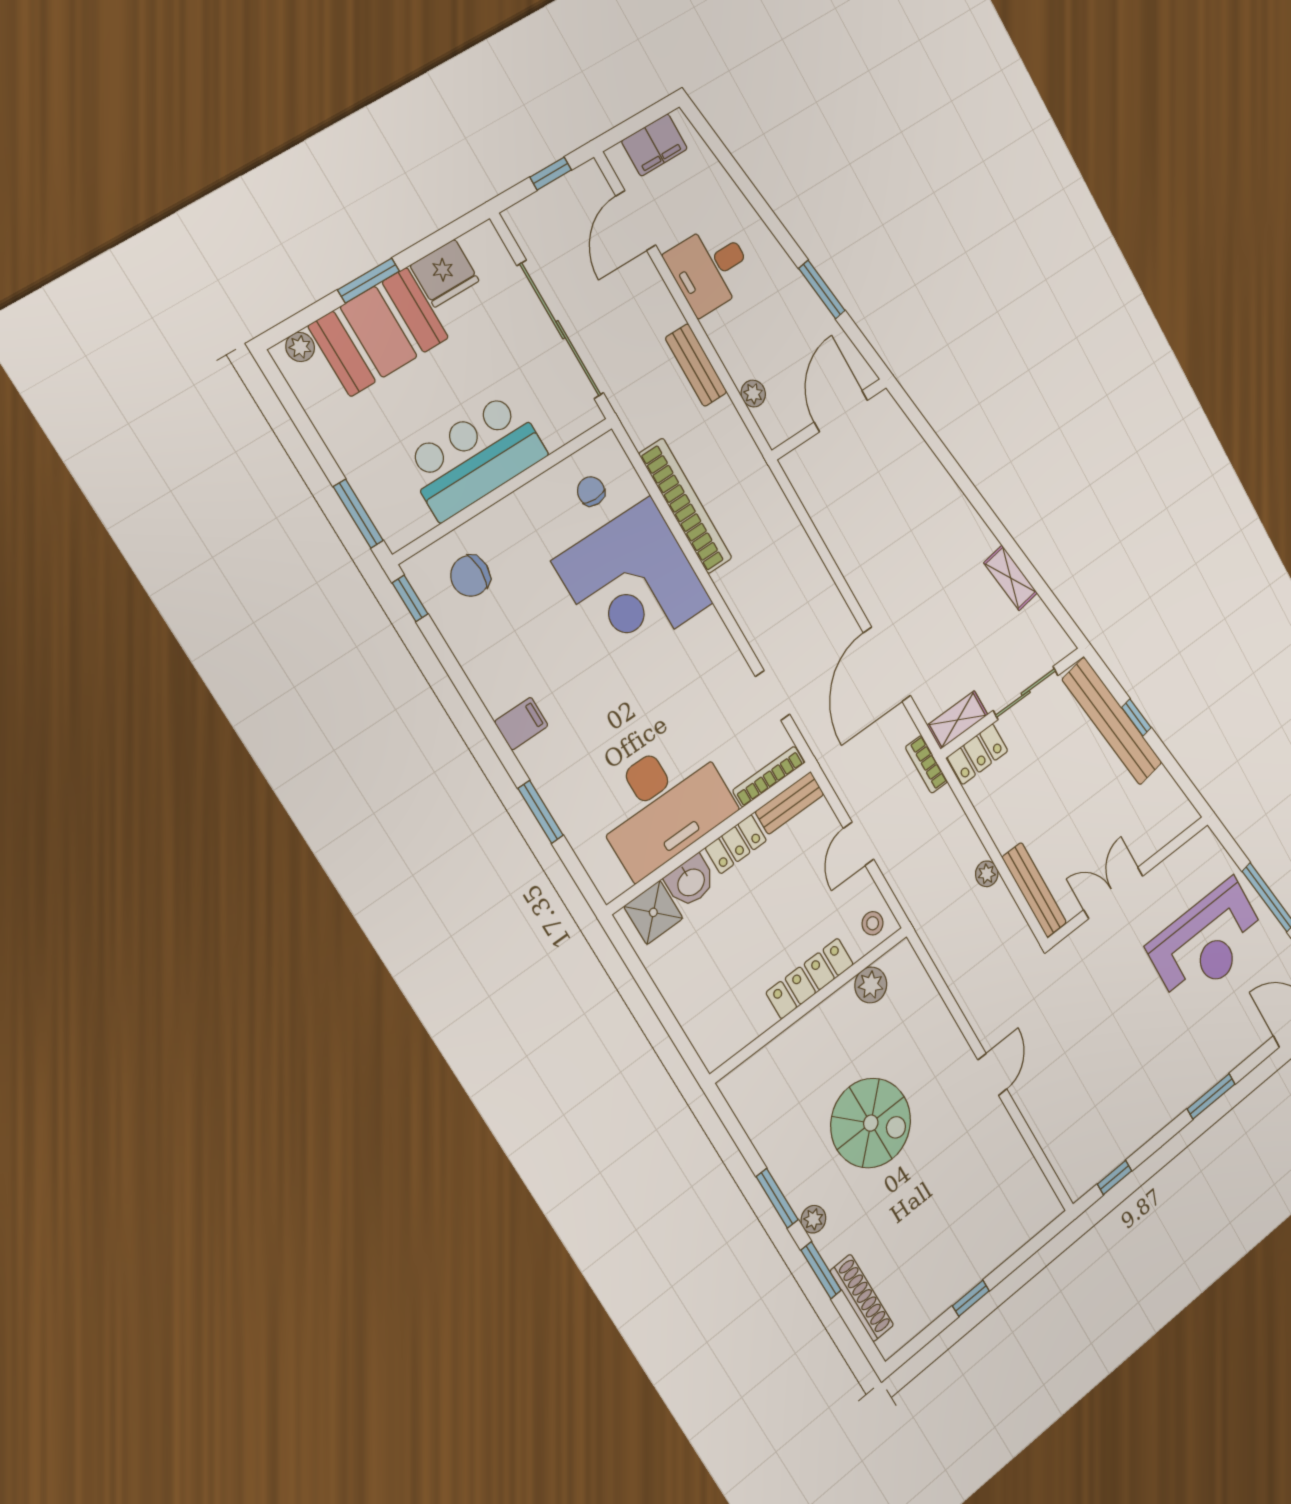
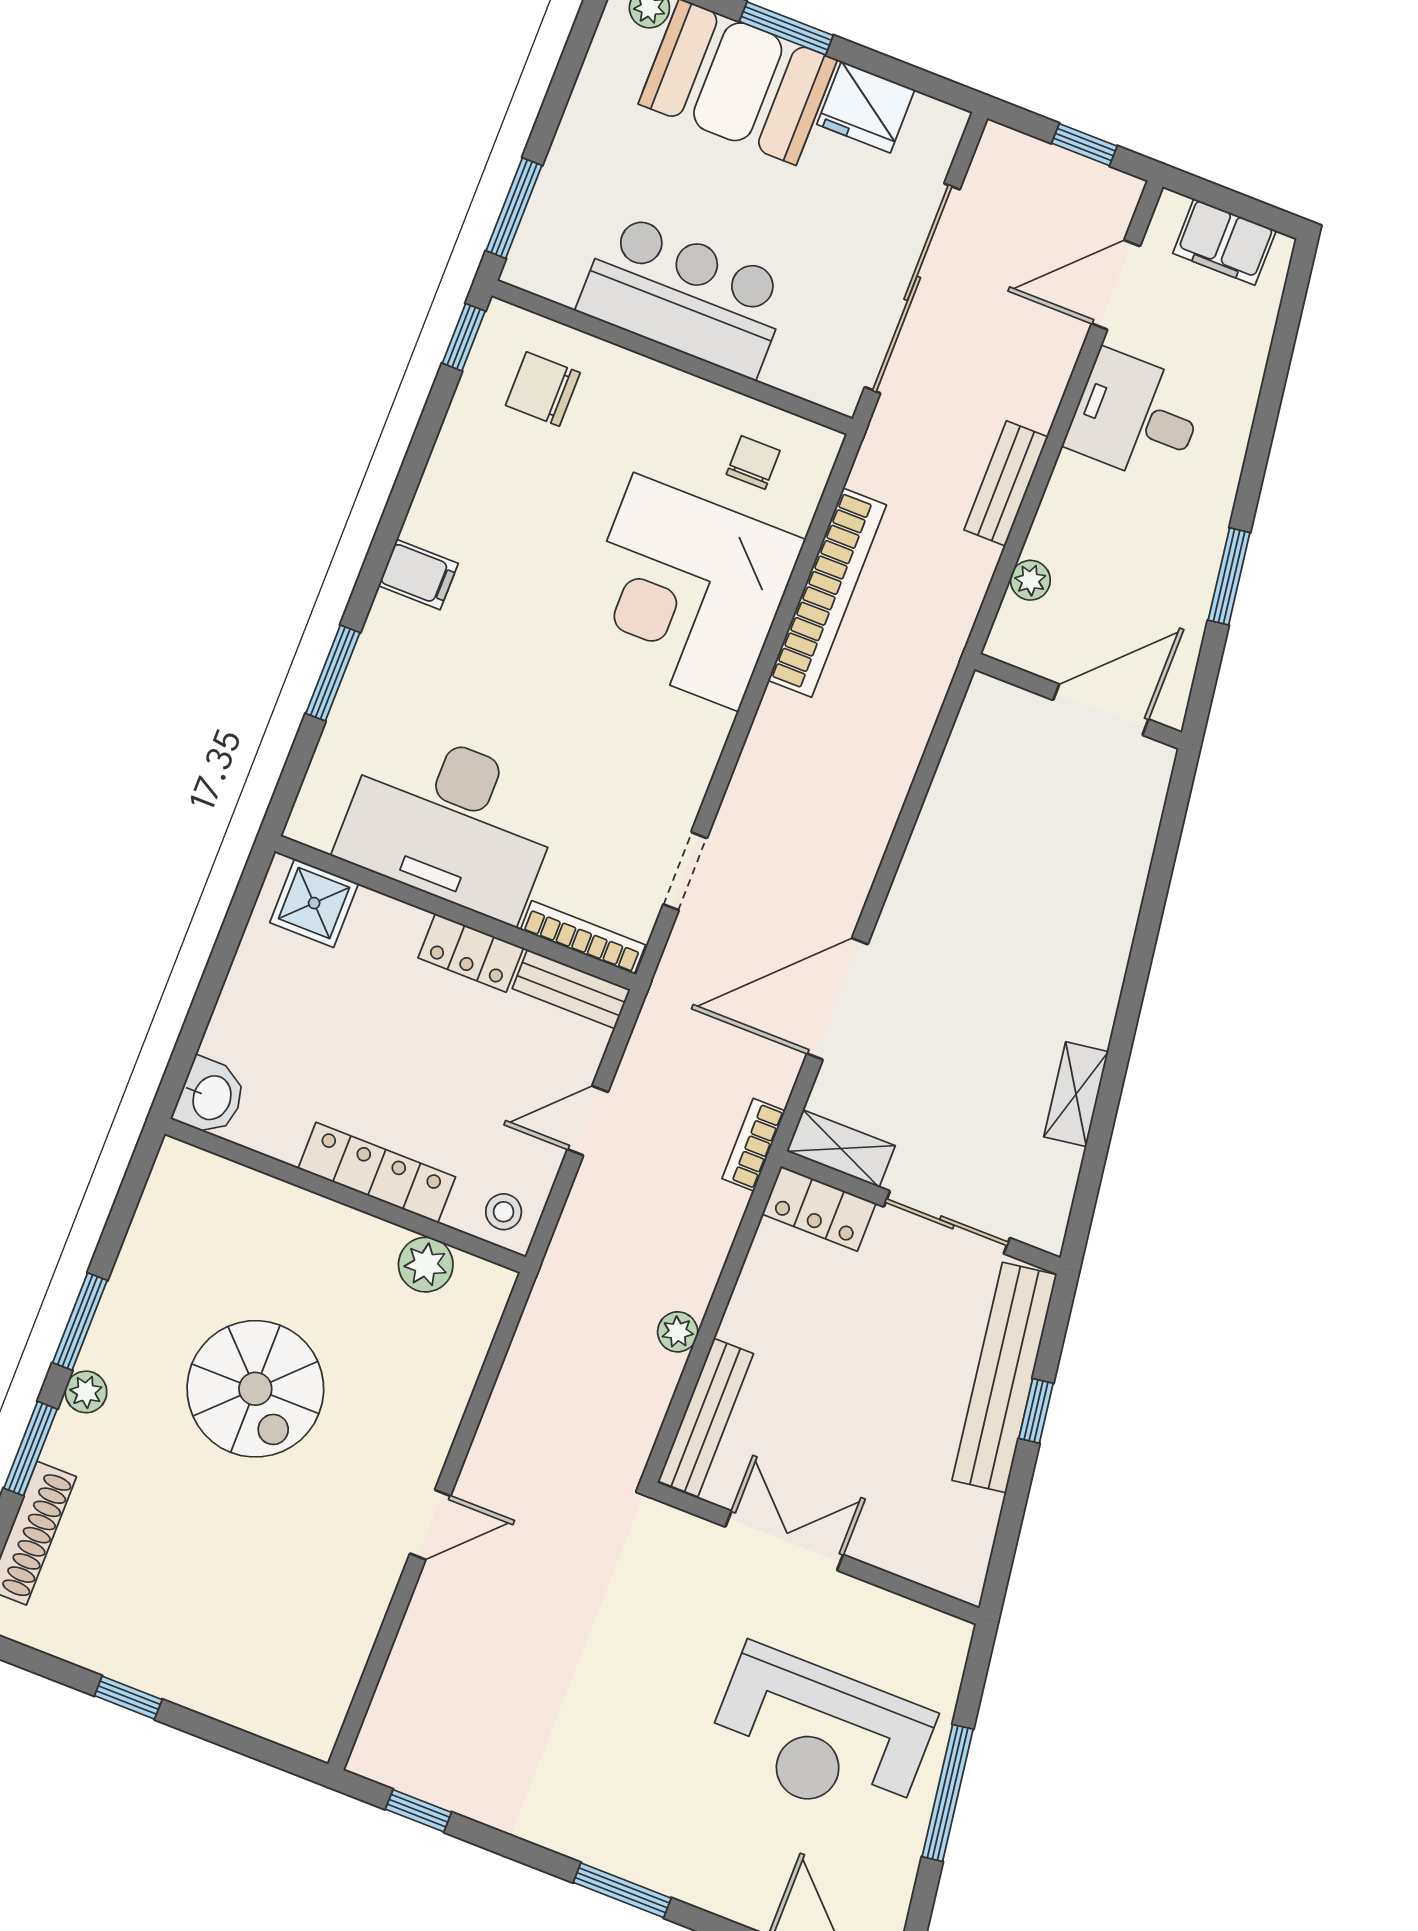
washbasin: (690, 881) -> (210, 1097), moved, turned -90

